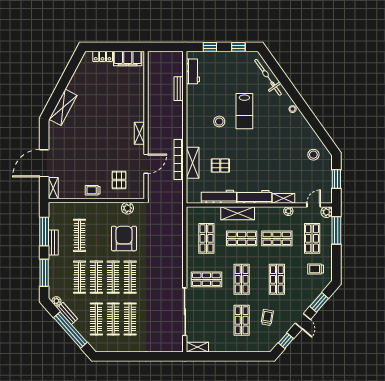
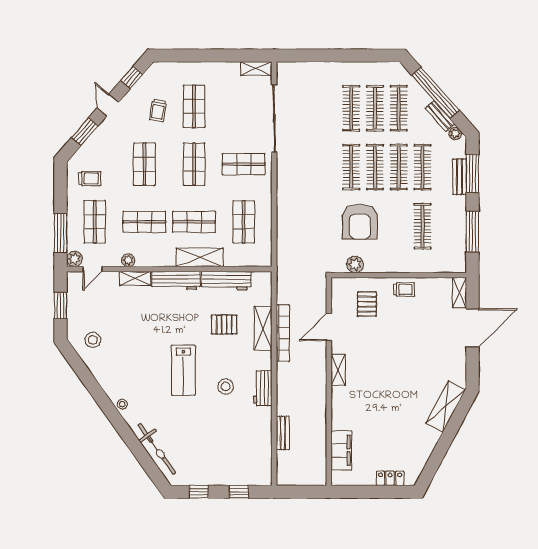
filing cabinet: (128, 59) -> (341, 450), moved, turned 90
workbench: (193, 71) -> (263, 388), moved
lab bench: (244, 111) -> (183, 370), moved, turned 180
bench: (53, 242) -> (460, 177), moved

